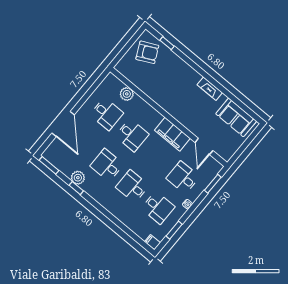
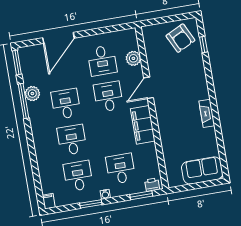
sofa: (236, 117) -> (202, 171), moved, turned 90
desk: (132, 135) -> (108, 97), turned 180
door: (204, 146) -> (149, 88), moved
printer: (214, 170) -> (152, 185), added
window: (76, 188) -> (24, 101), width x2.17
desk: (158, 208) -> (78, 176), turned 180
window: (174, 230) -> (91, 204), moved

